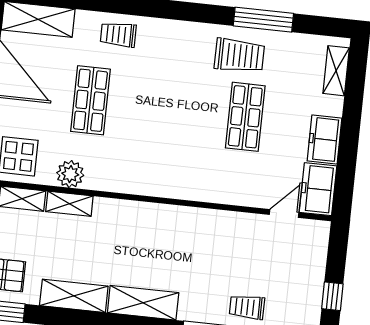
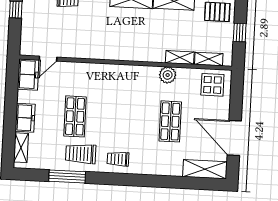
trolley: (118, 35) -> (118, 159), moved, turned 180
freezer: (325, 139) -> (25, 118), moved
plant: (70, 174) -> (168, 75), moved

